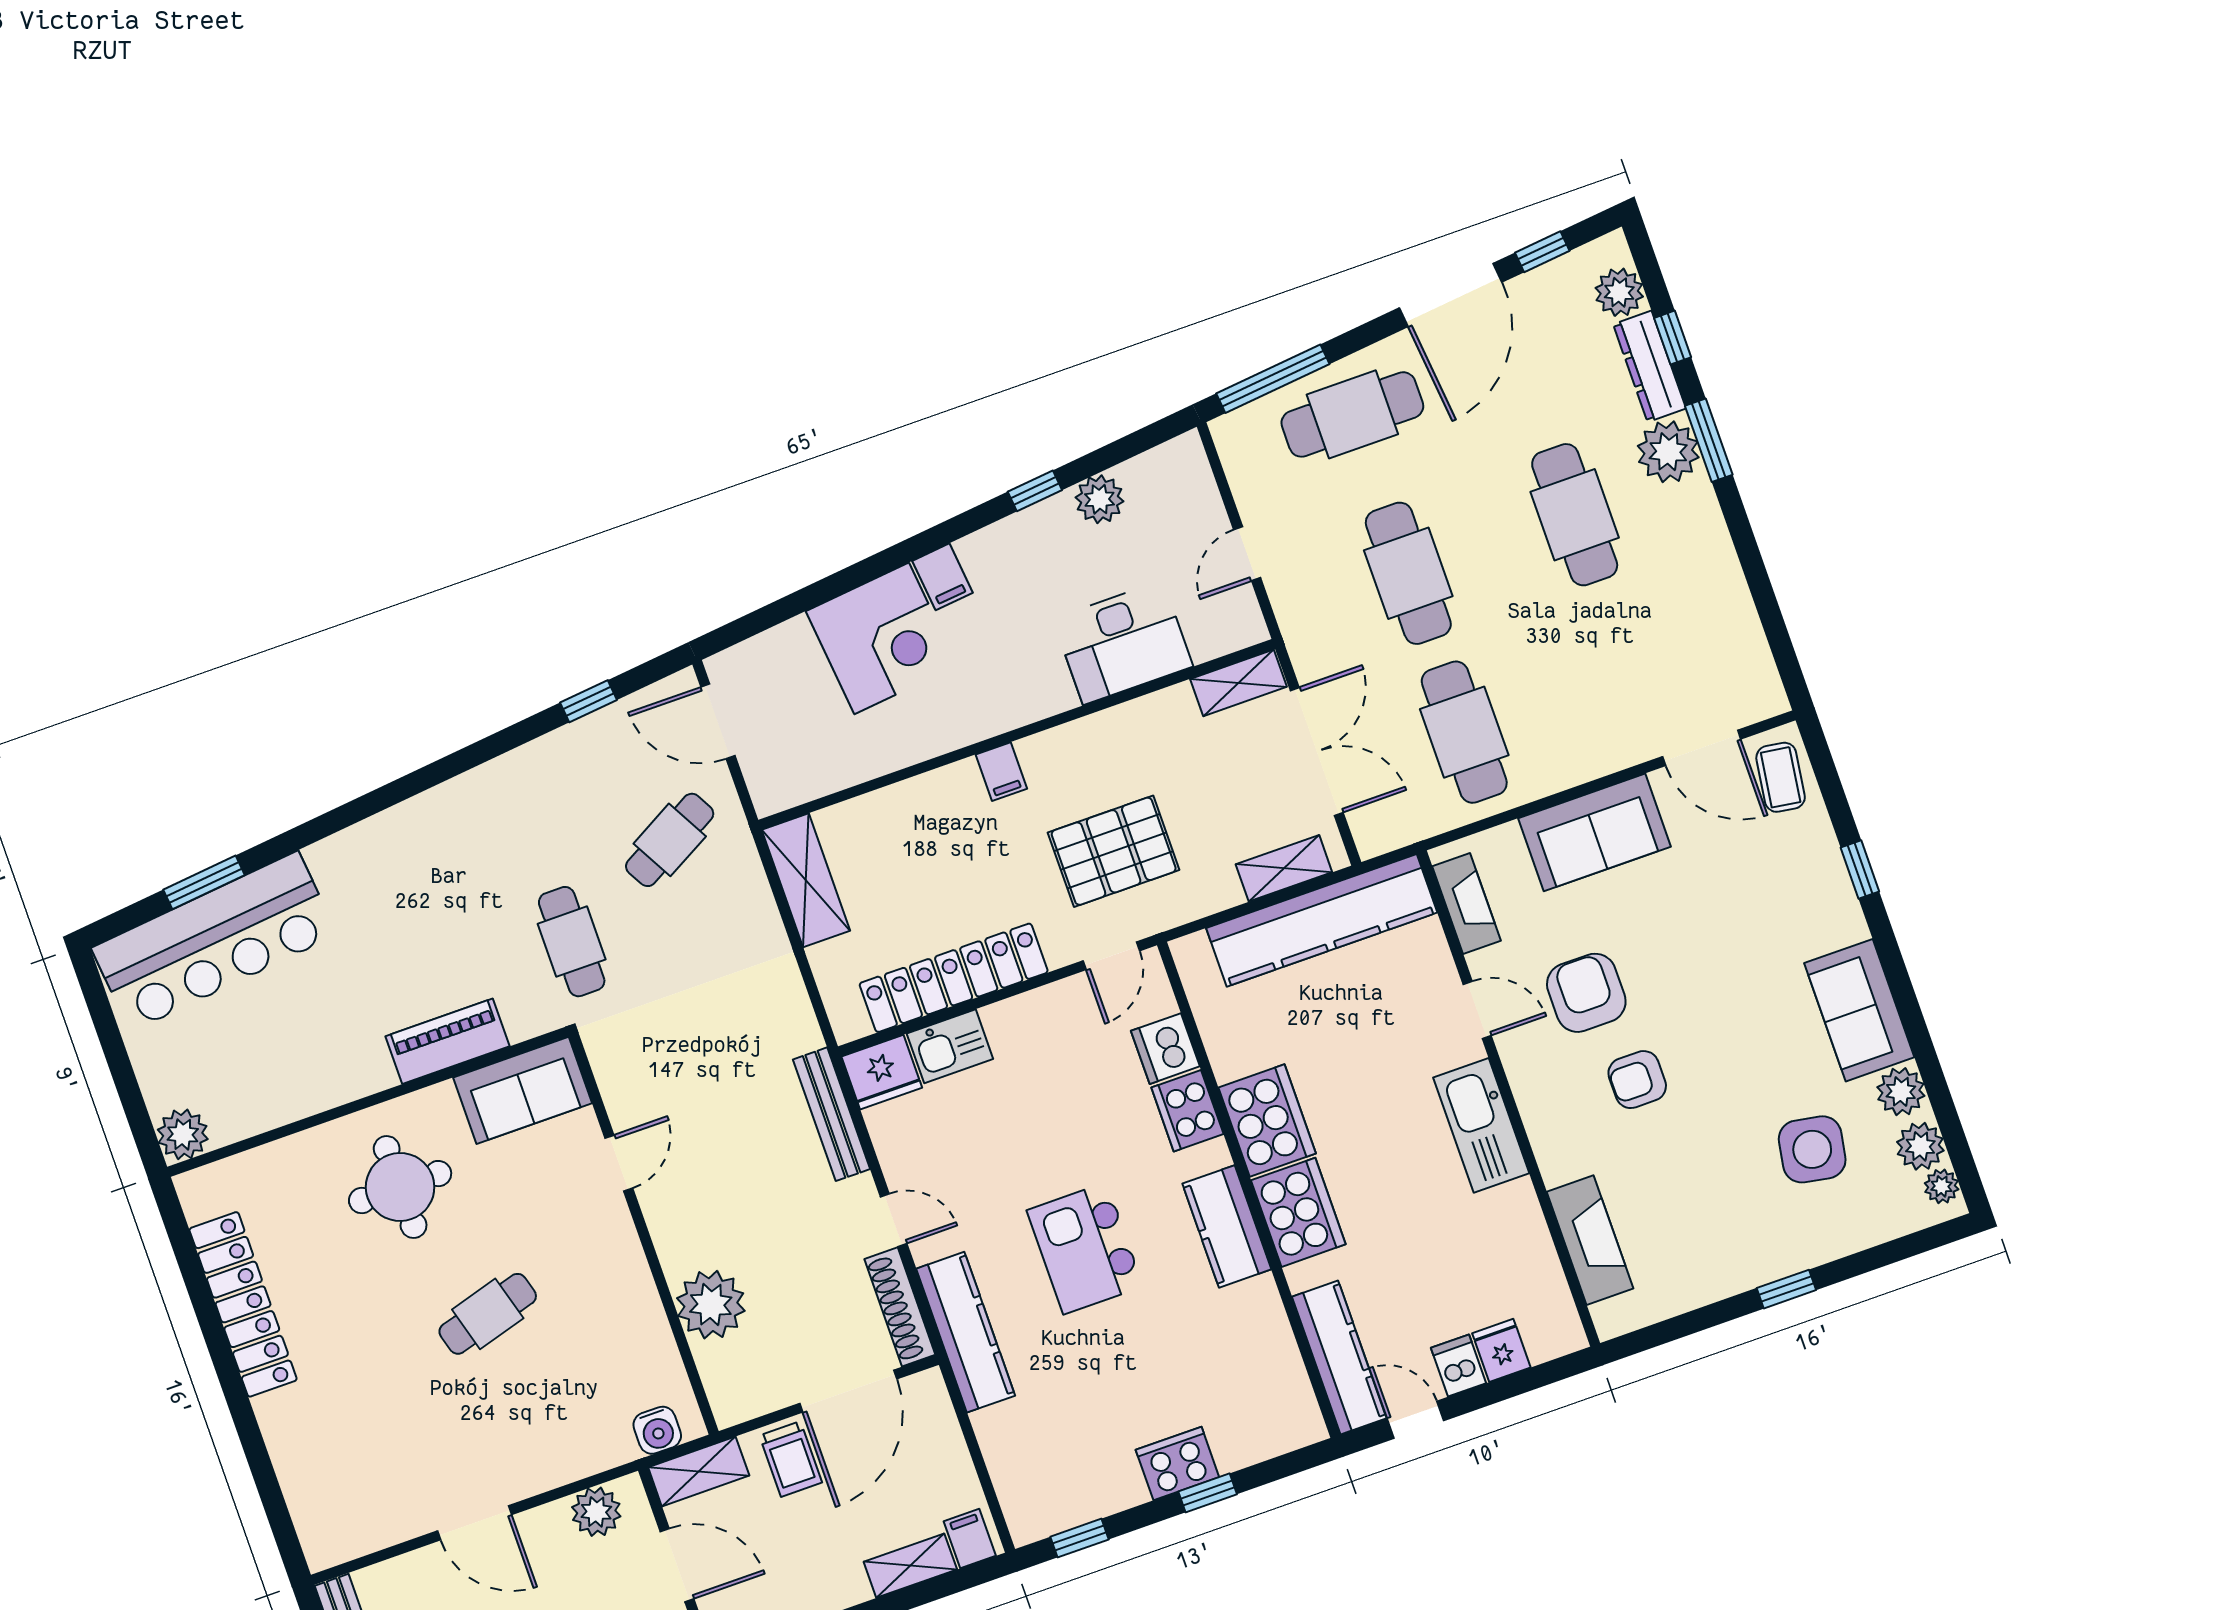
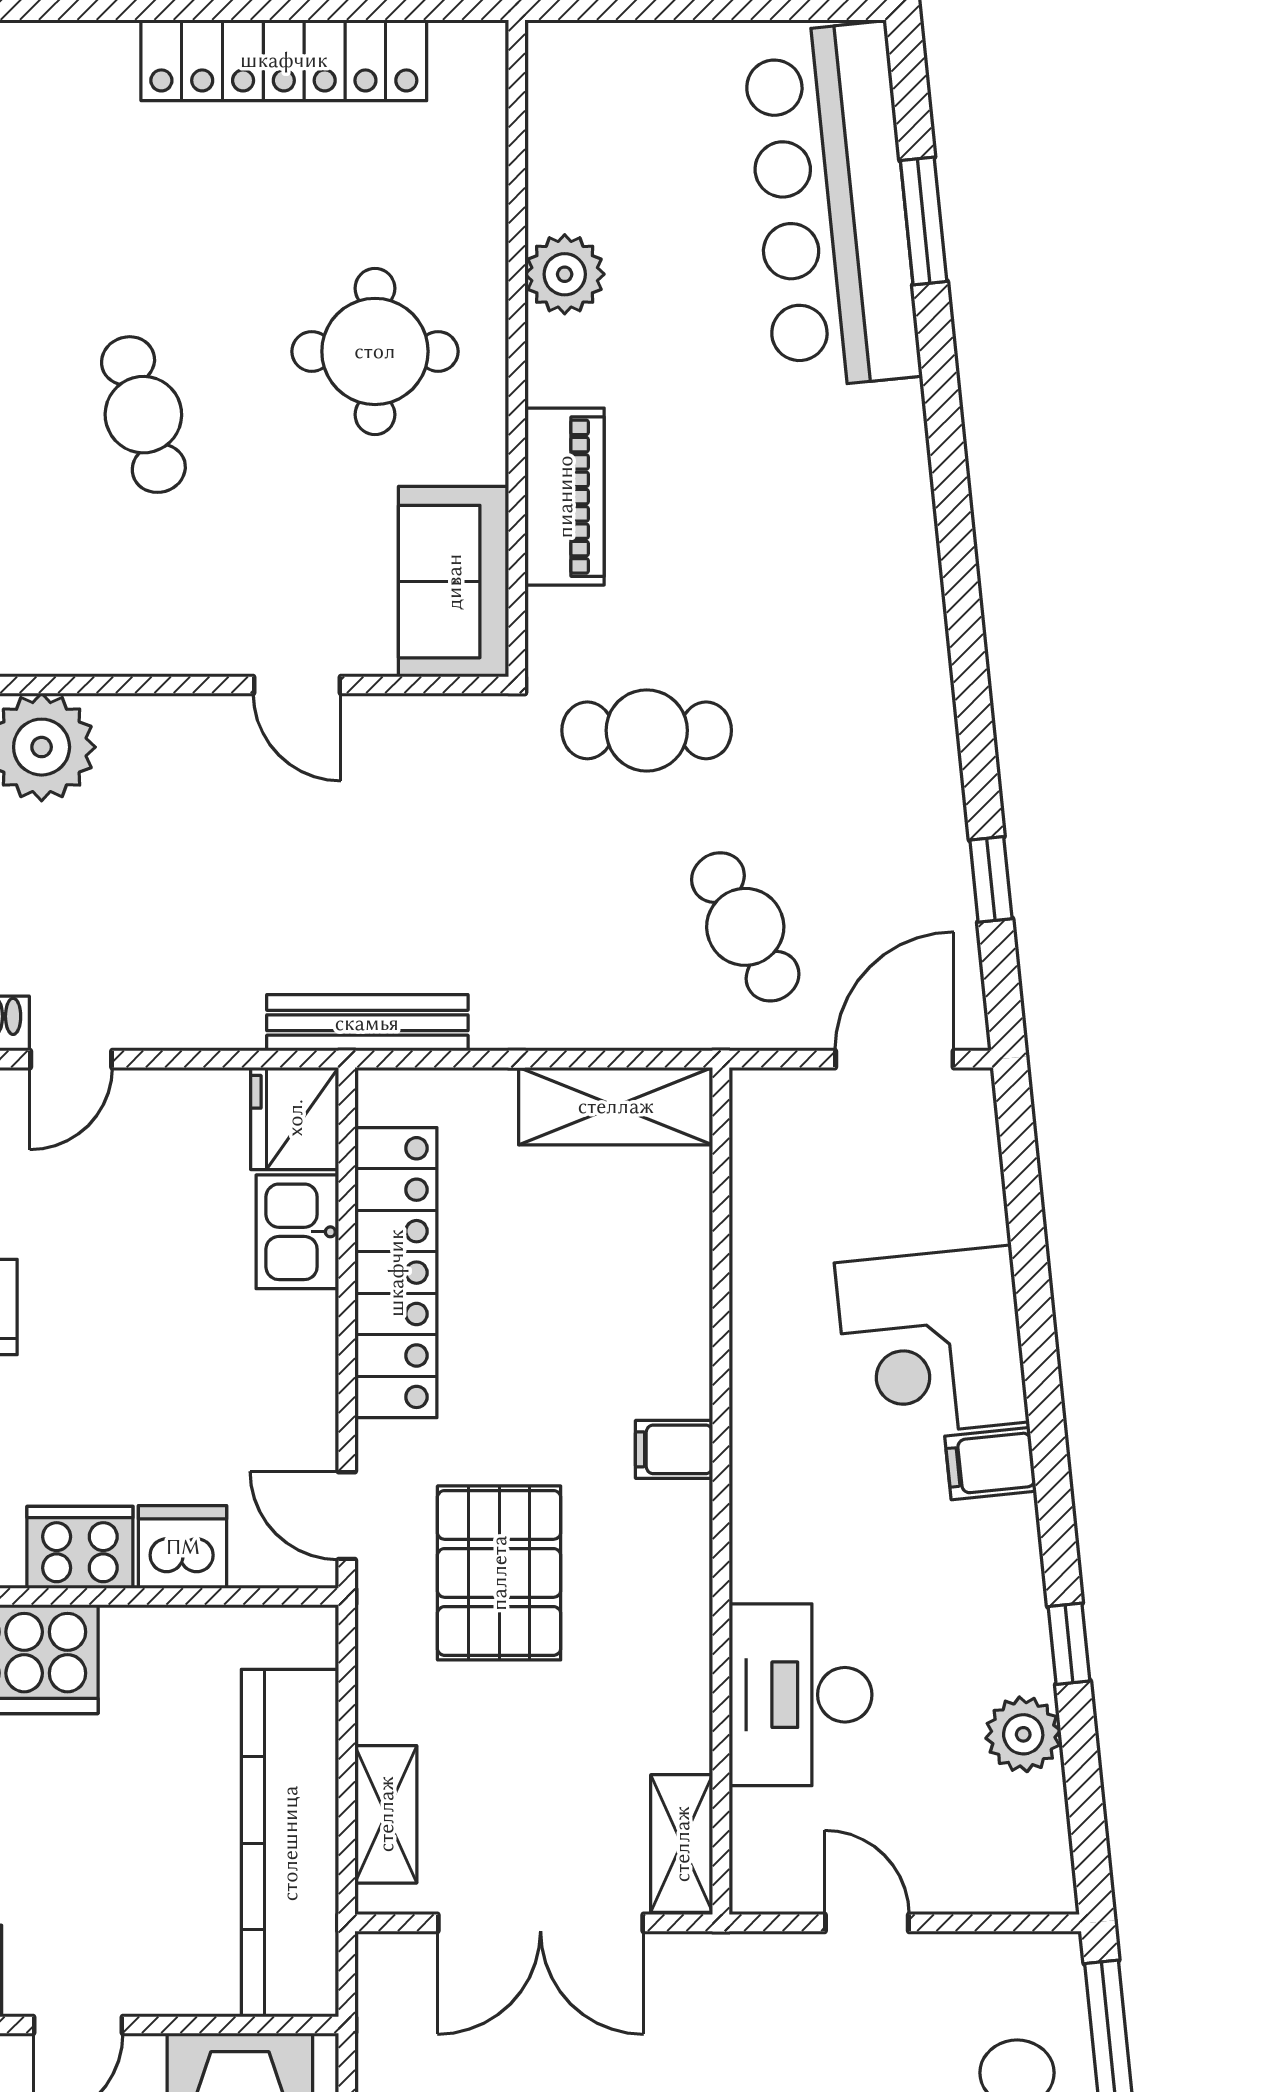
bench: (832, 1114) -> (367, 1023), moved
plant: (183, 1134) -> (565, 274), moved

